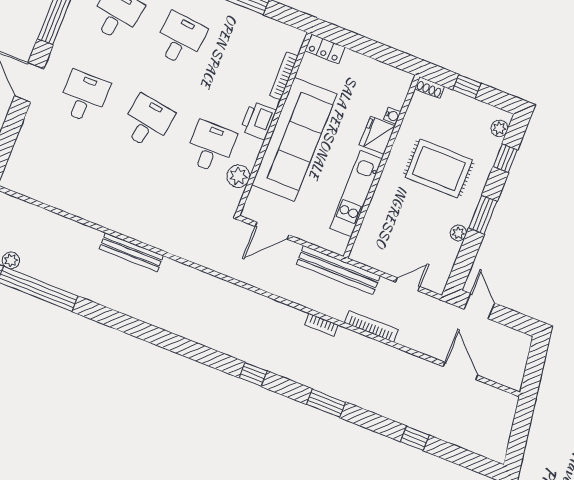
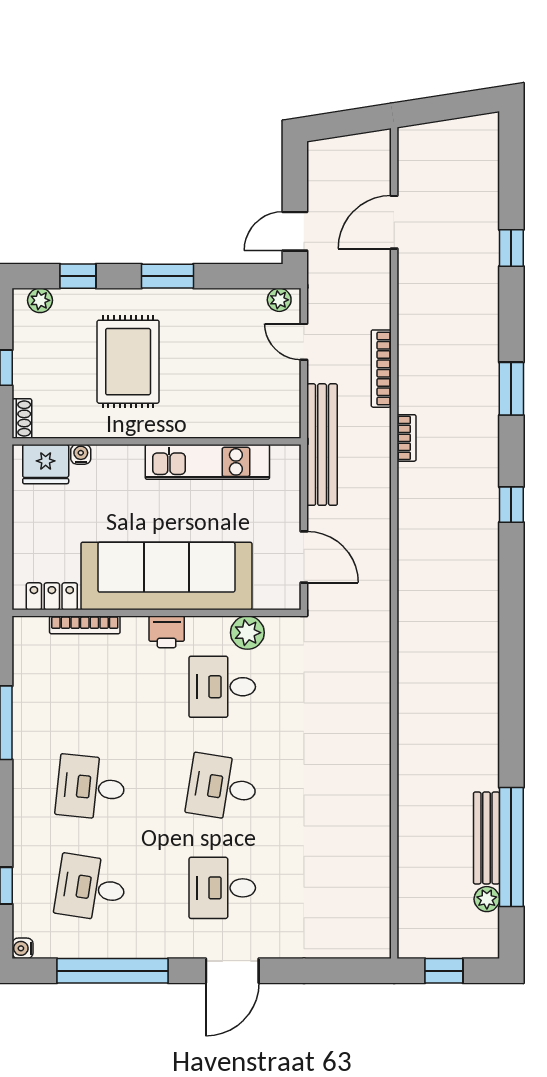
locker: (325, 49) -> (52, 596), moved, turned -90
printer: (258, 120) -> (167, 632), width x0.73, depth x0.81
fridge: (377, 135) -> (46, 464), moved
plant: (458, 233) -> (279, 300), moved
bench: (131, 252) -> (486, 838), moved

